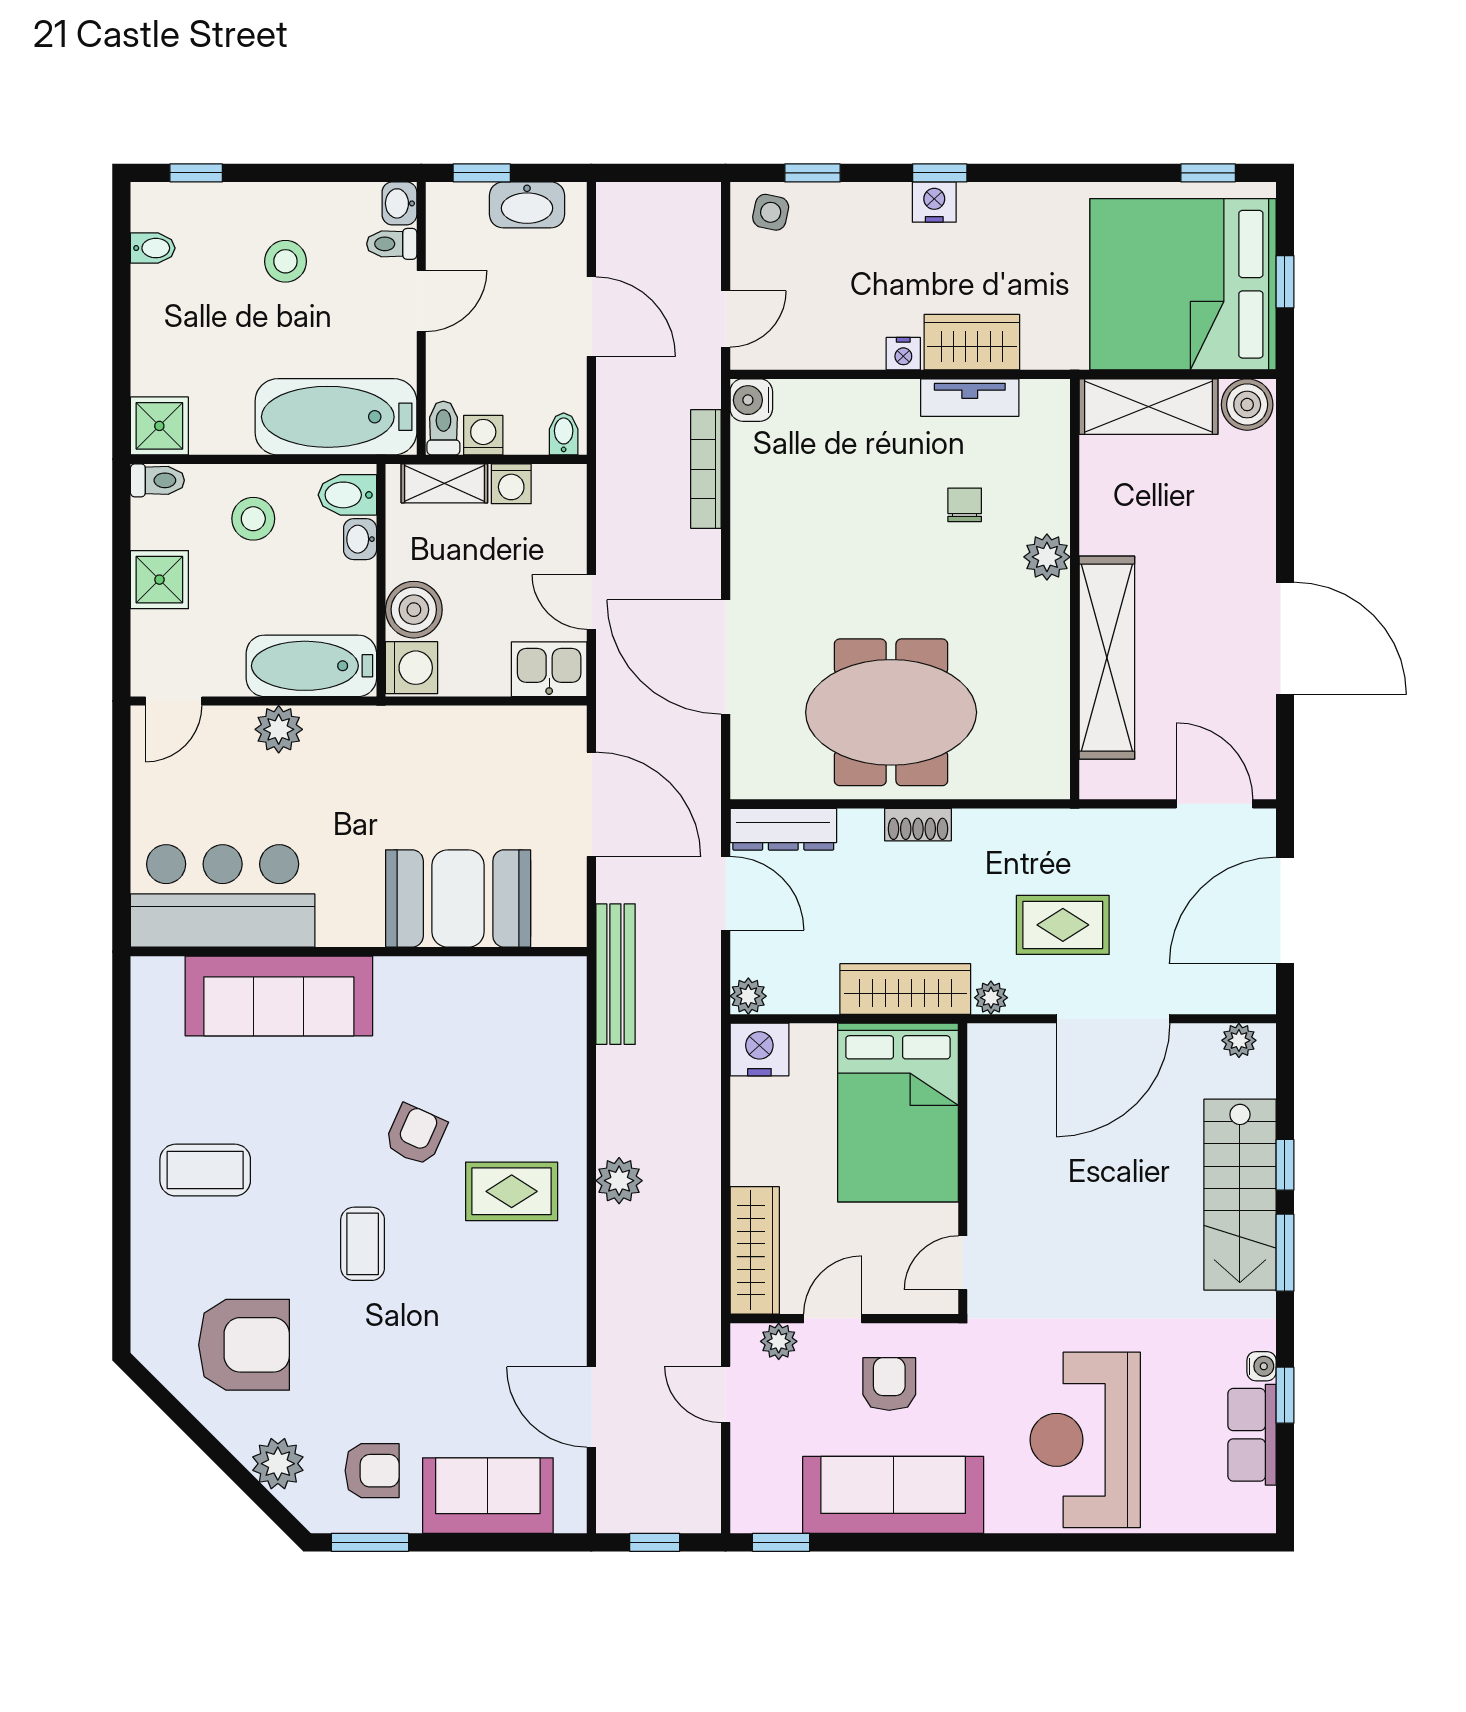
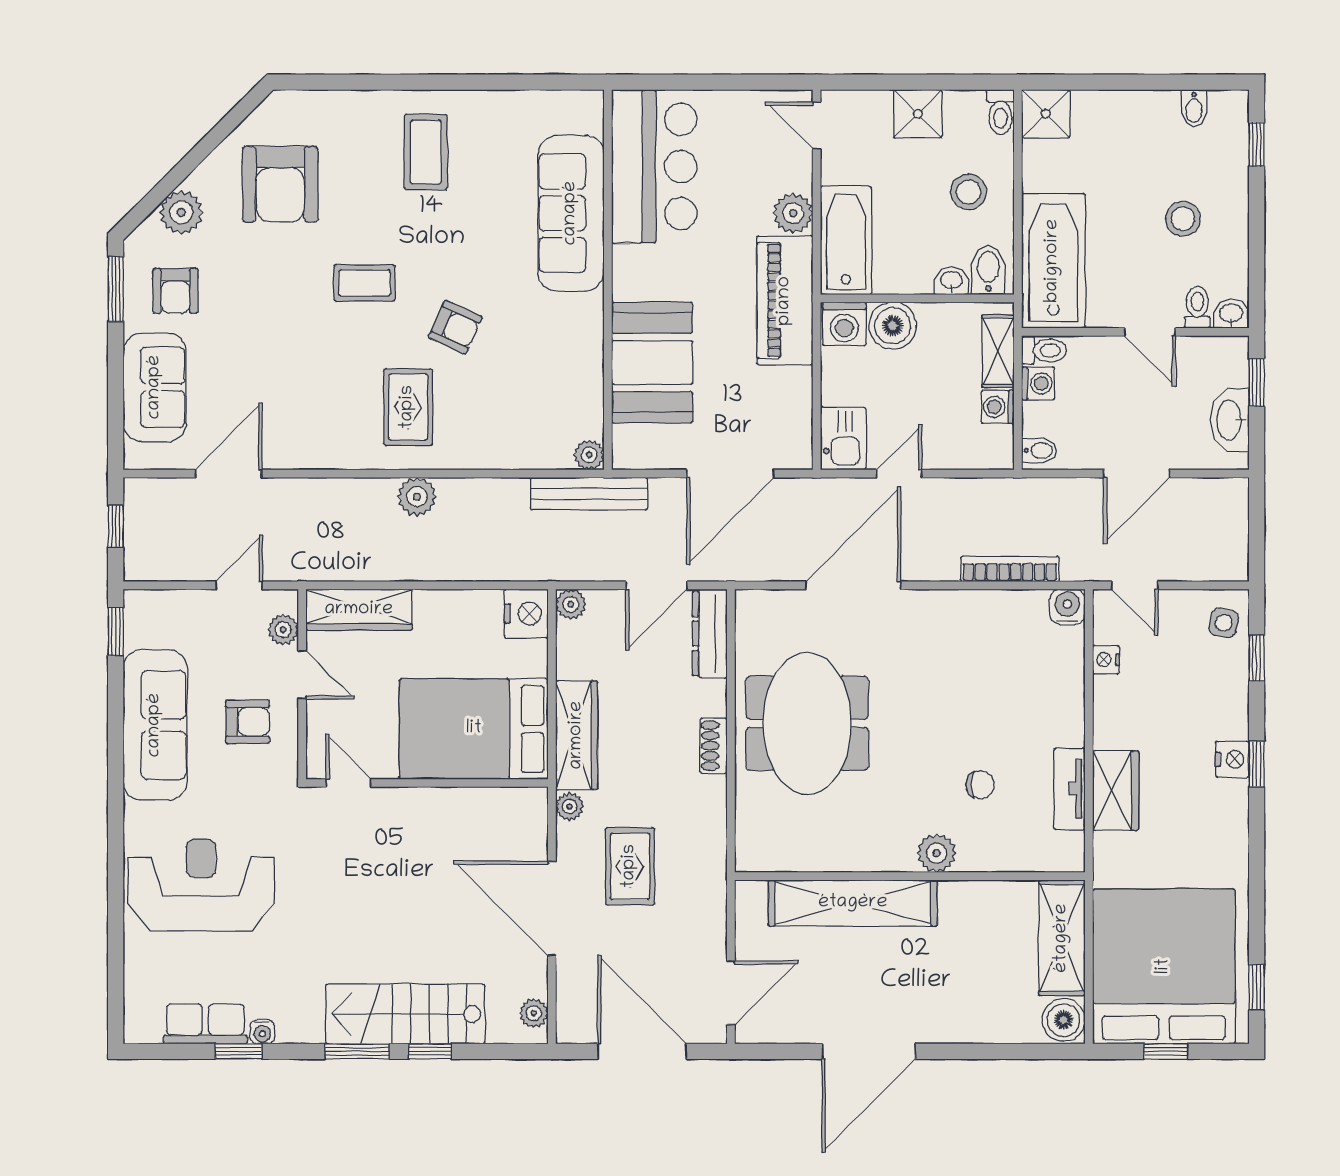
nightstand: (903, 354) -> (1106, 660), moved
piano: (384, 739) -> (785, 301), added
plant: (569, 974) -> (589, 455), added

